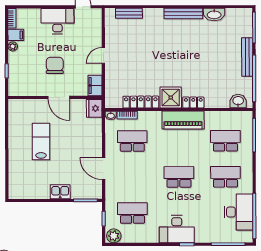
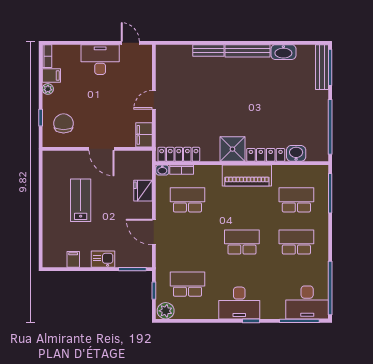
bench: (129, 13) -> (208, 50), moved
bench: (247, 57) -> (322, 67), moved
chair: (55, 65) -> (64, 123), moved
washbasin: (238, 101) -> (296, 153), moved
locker: (141, 102) -> (179, 154), moved
locker: (193, 102) -> (266, 155), width x1.53
fridge: (94, 108) -> (143, 191), moved
filing cabinet: (35, 192) -> (73, 259), added
desk: (239, 212) -> (307, 302), moved, turned 90

